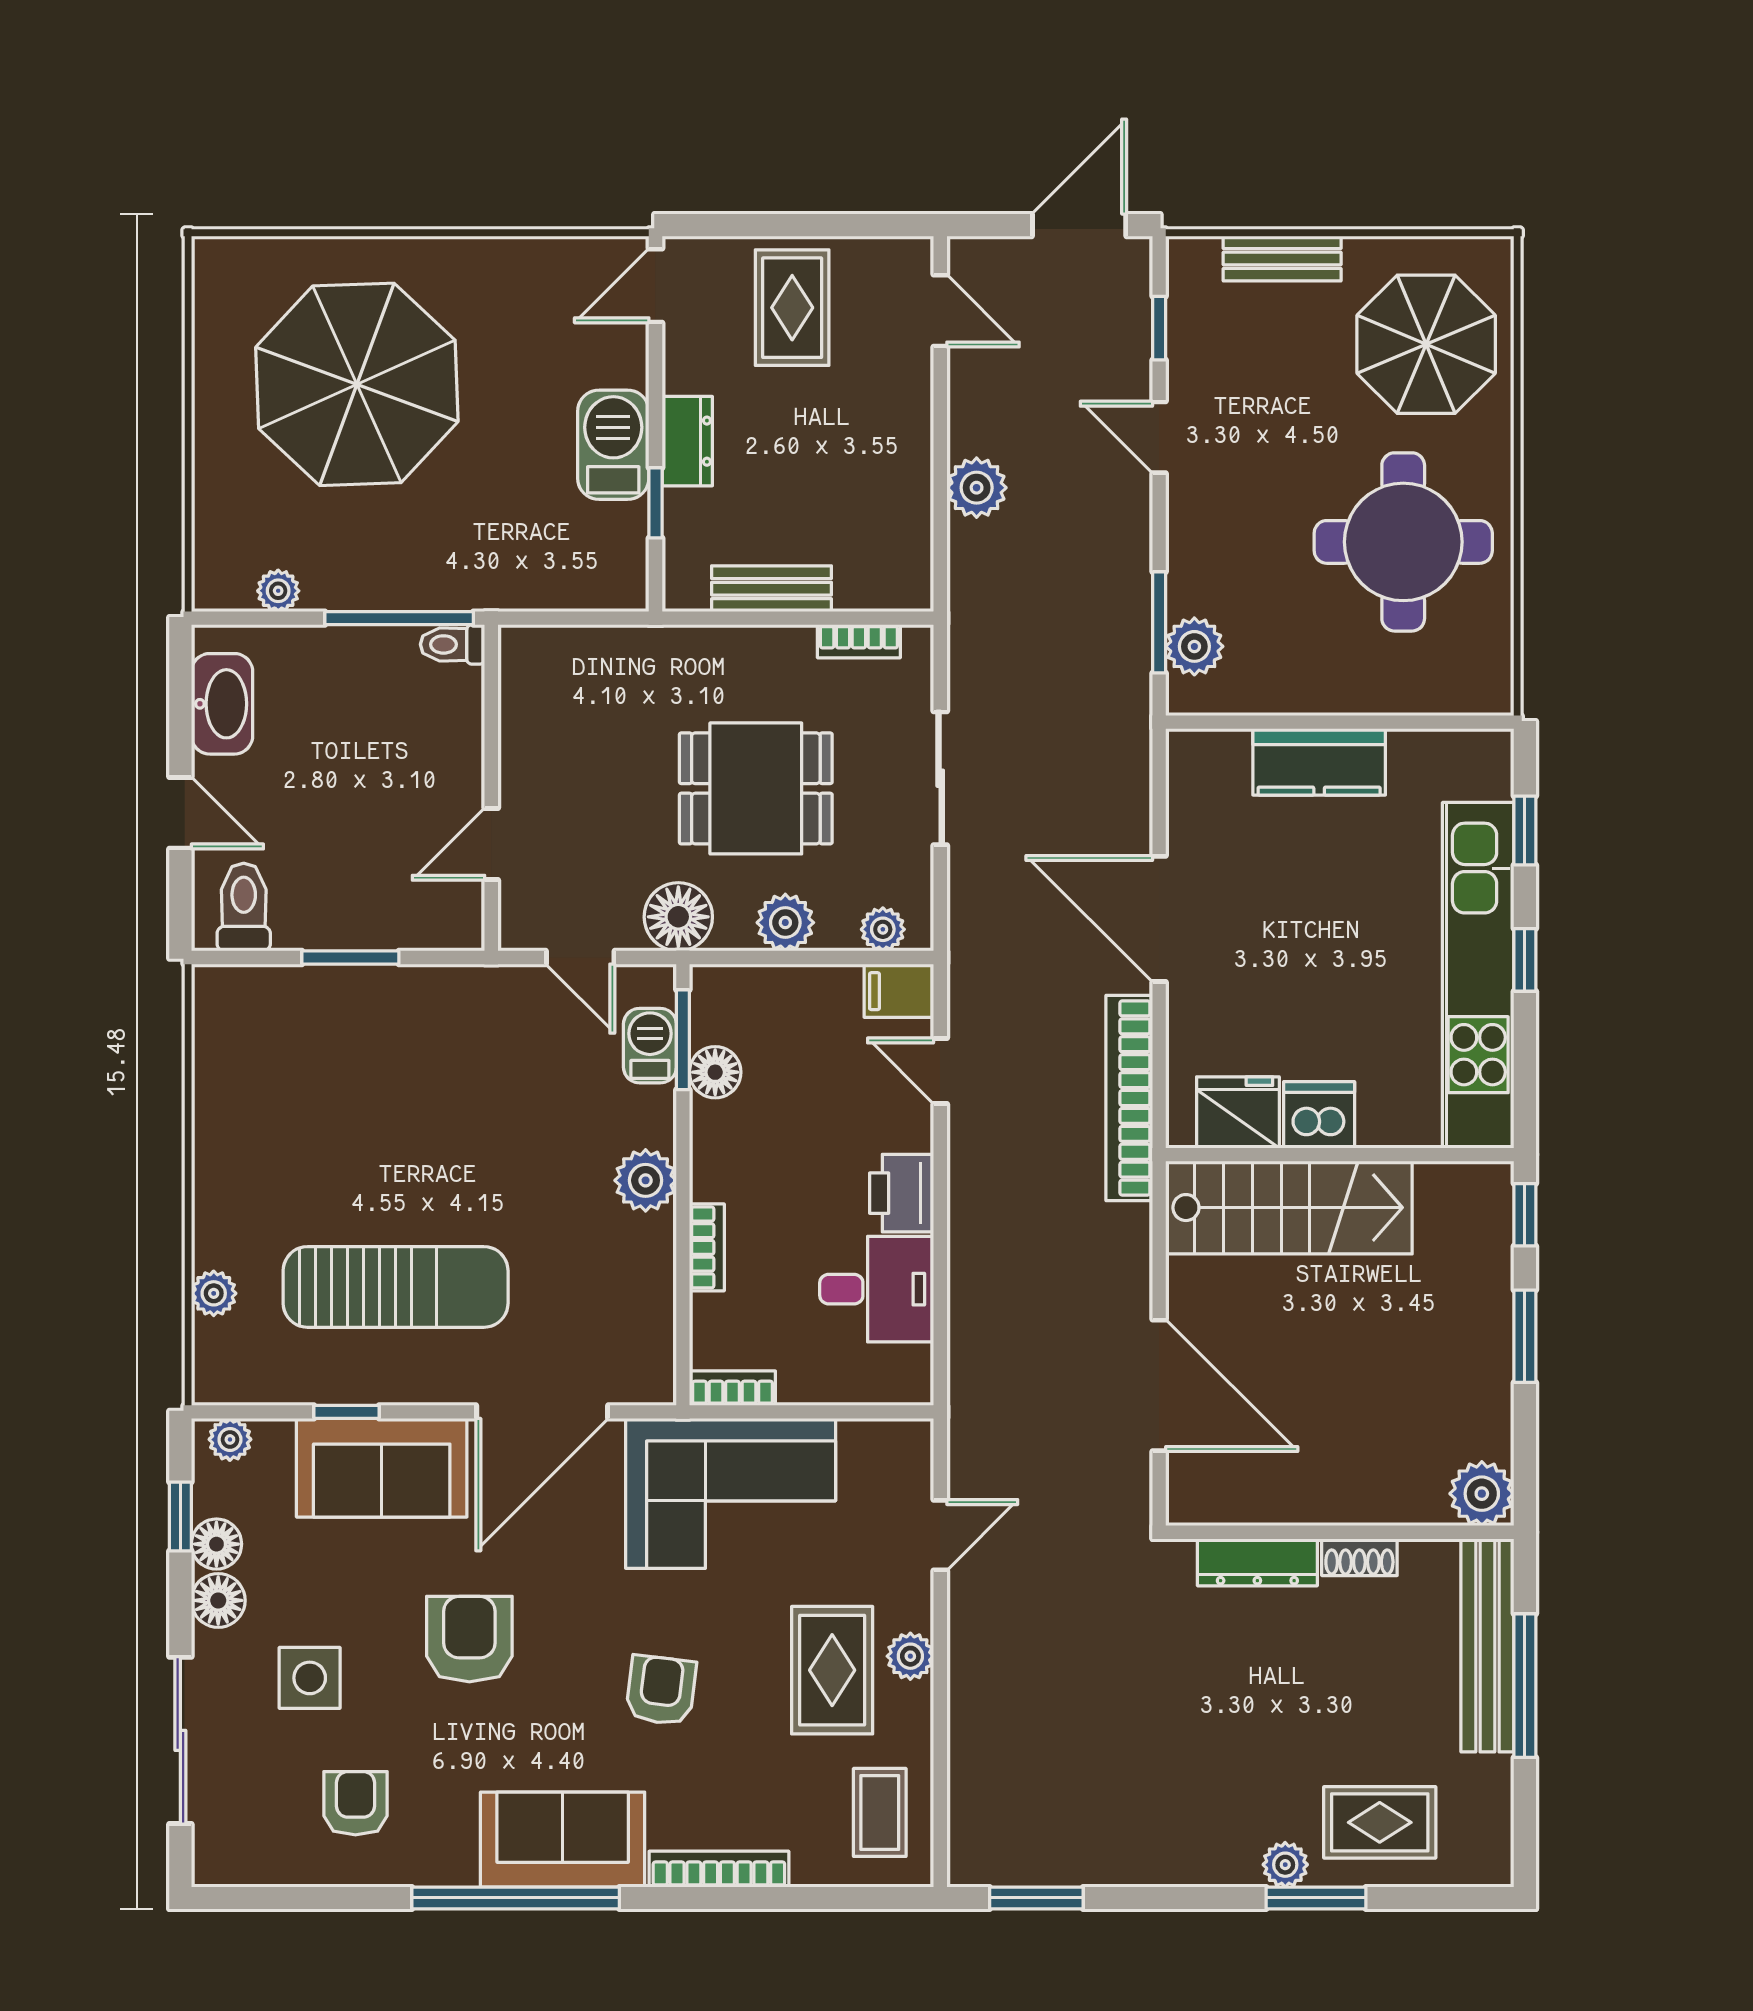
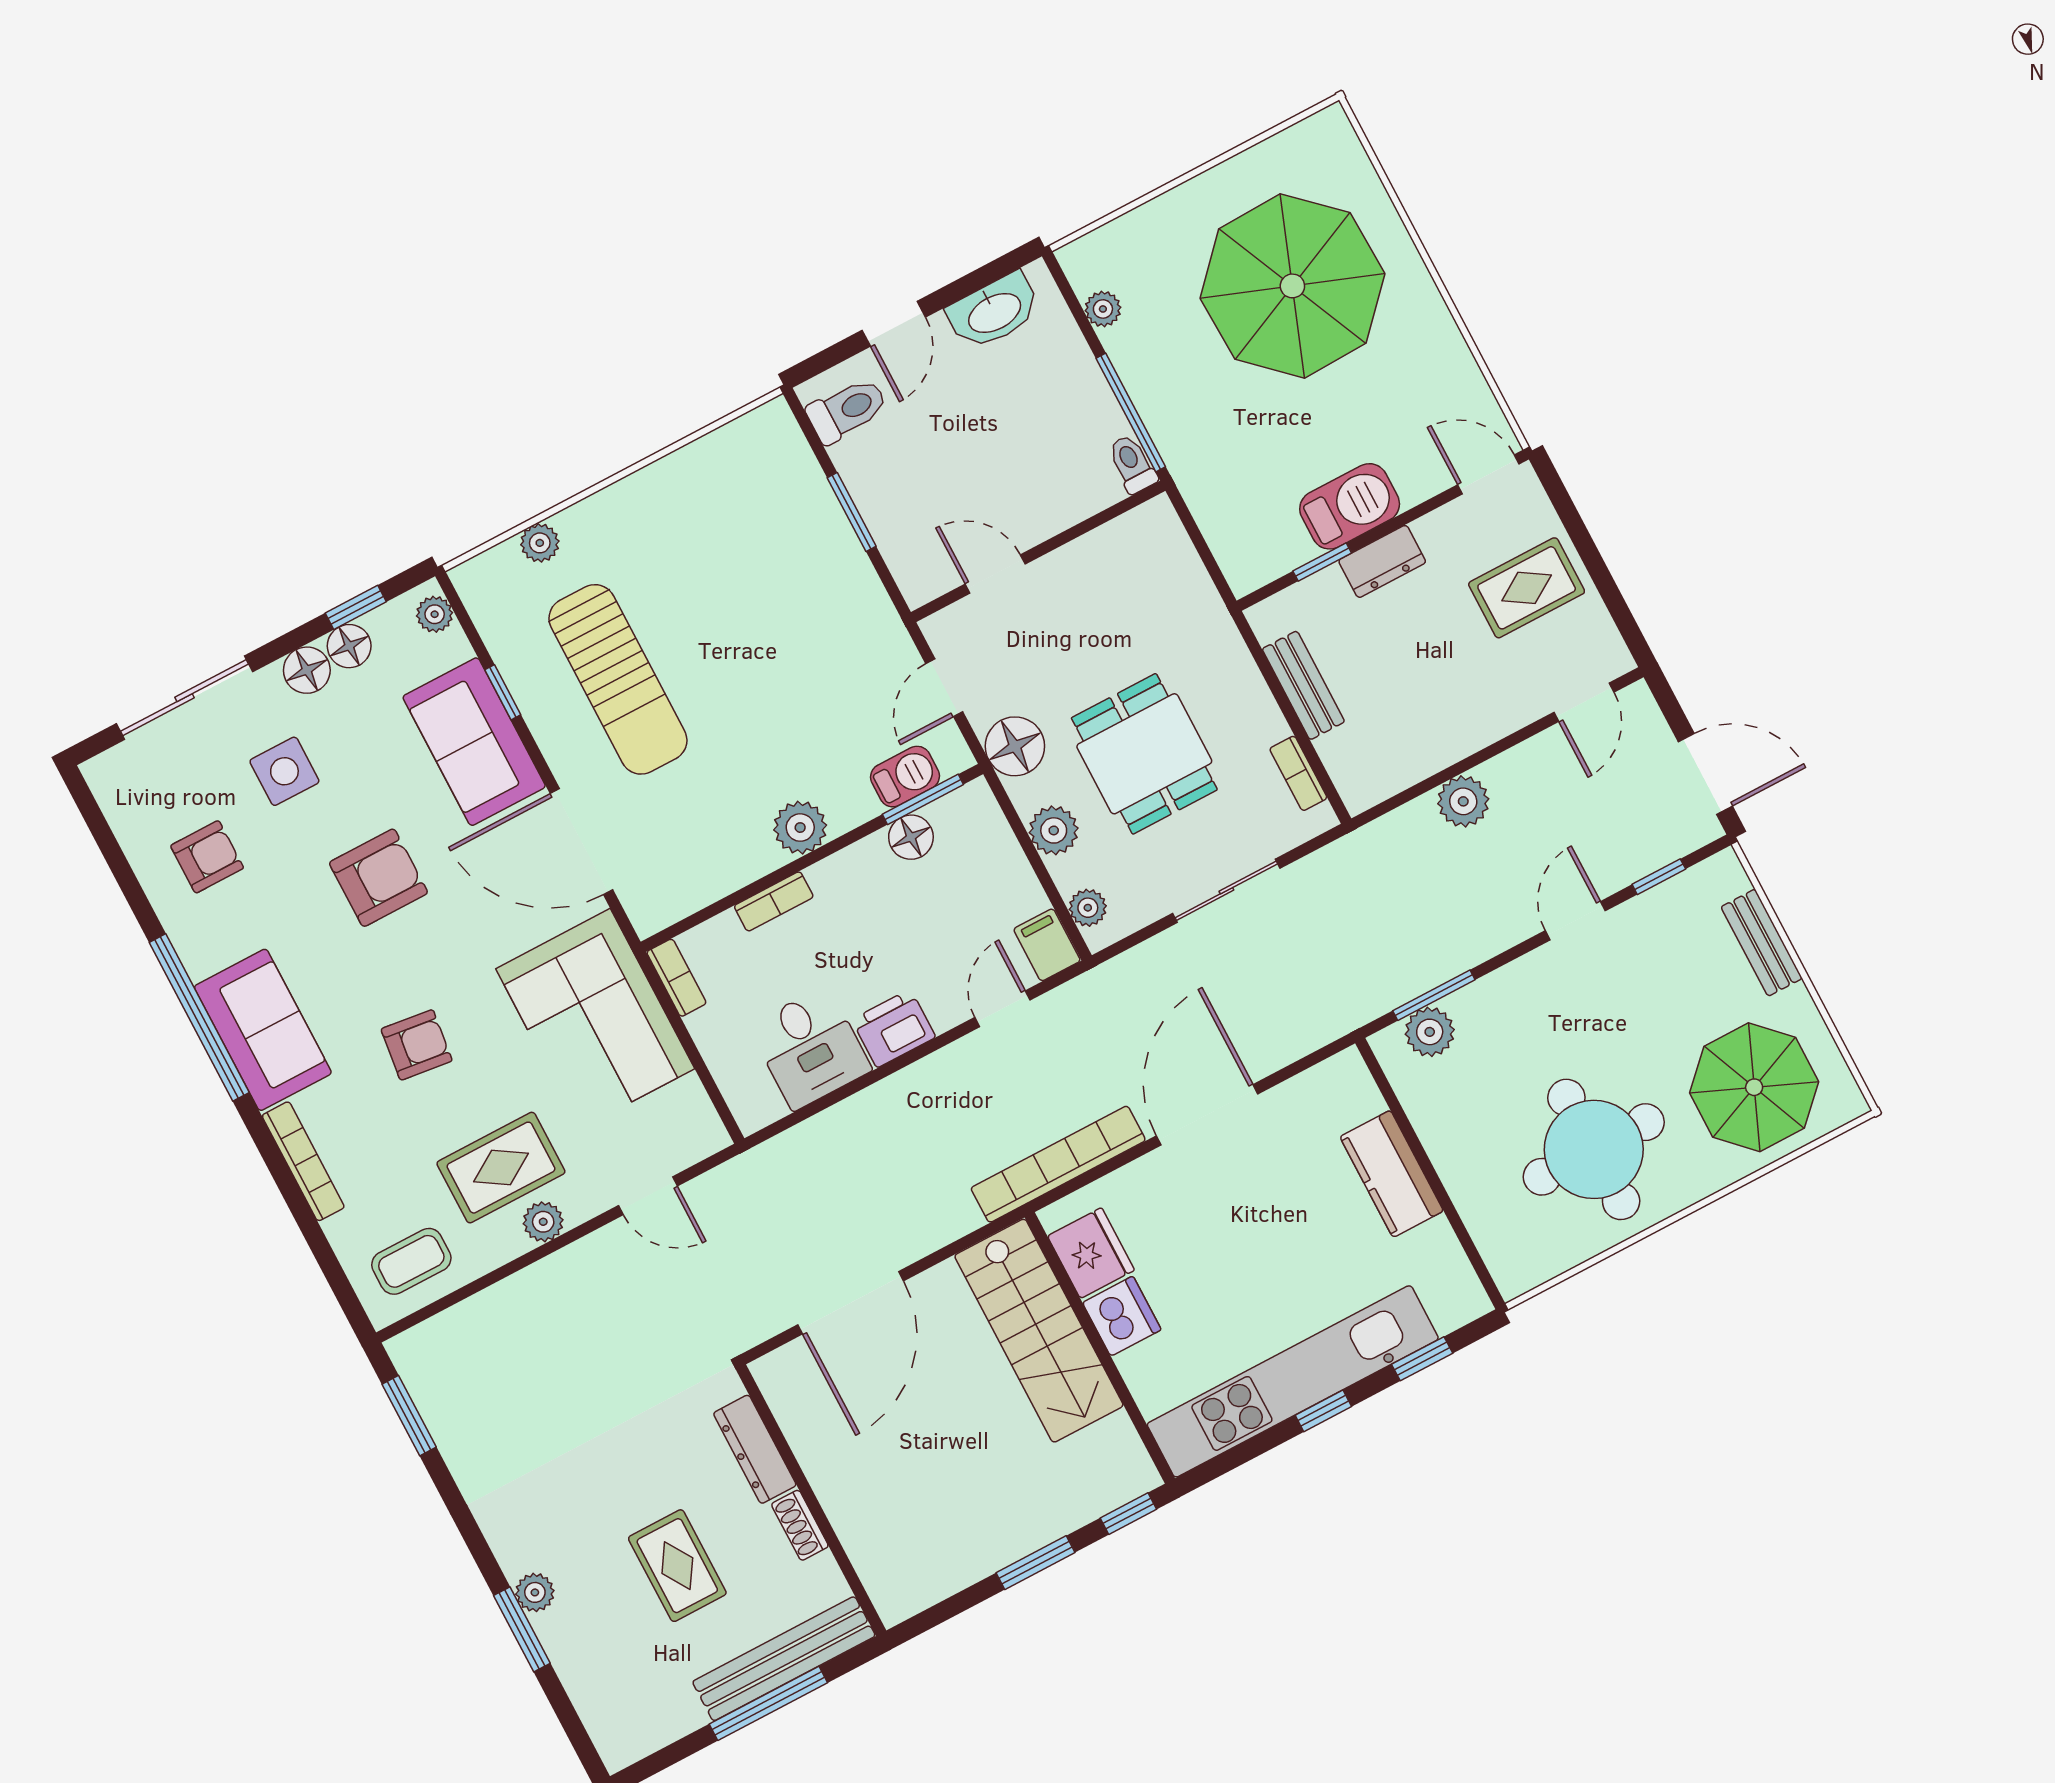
plant: (1482, 1494) -> (898, 1593), removed
rug: (1380, 1822) -> (677, 1566), moved

